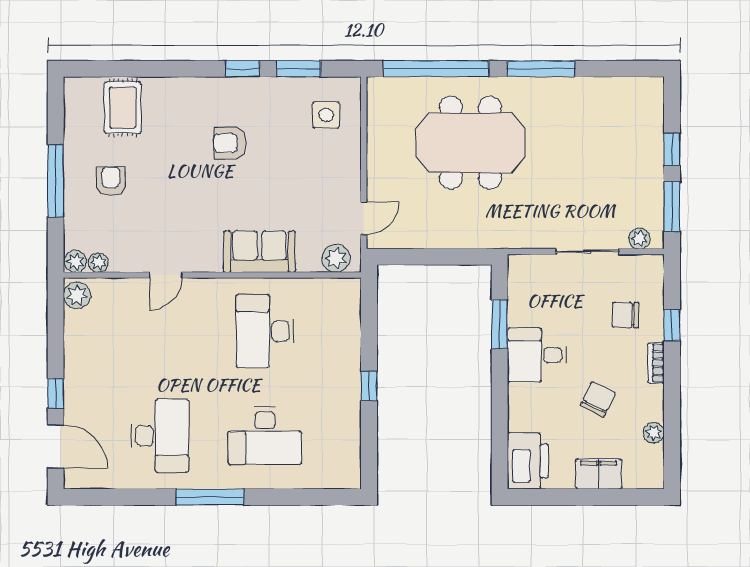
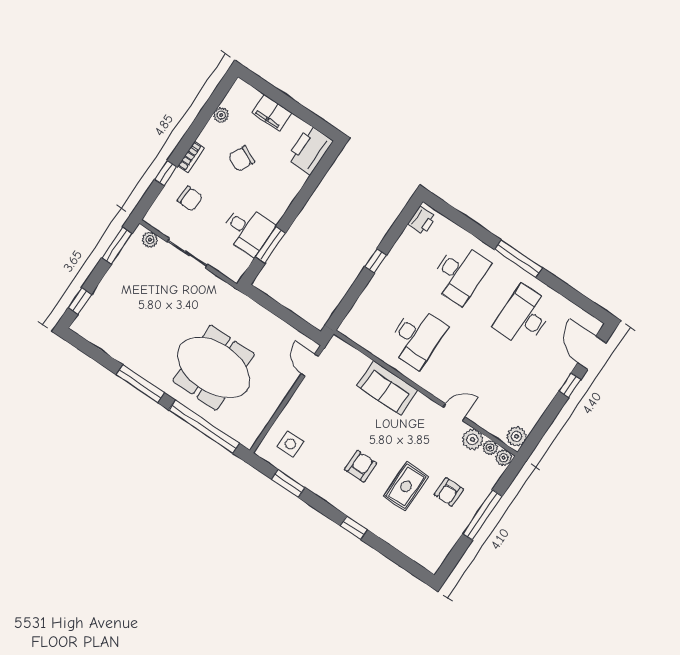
window: (243, 69) -> (354, 528), moved
rug: (123, 107) -> (406, 486), moved
armchair: (230, 143) -> (361, 466), turned -90
window: (672, 149) -> (80, 301), moved
door: (364, 218) -> (310, 365), hinge flipped
plant: (336, 258) -> (472, 439), moved
desk: (537, 355) -> (248, 230), moved
desk: (265, 436) -> (460, 273), turned 90
printer: (348, 466) -> (422, 221), added

